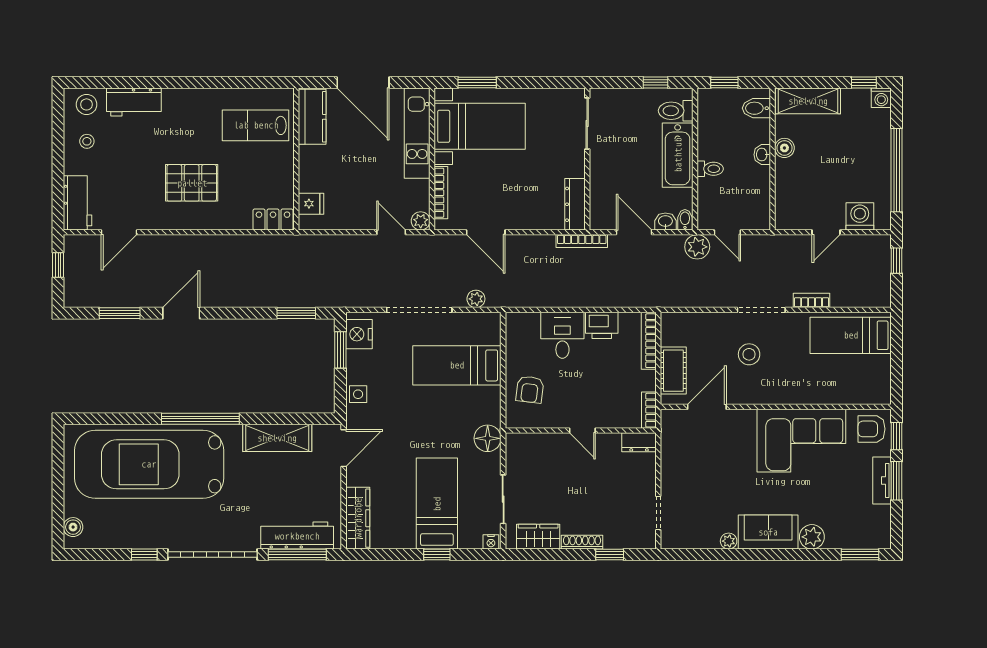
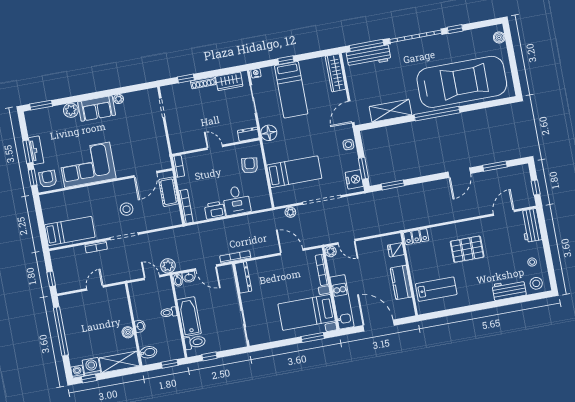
kitchen counter: (312, 117) -> (401, 282), moved
washing machine: (860, 216) -> (91, 367), moved, turned 180
armchair: (872, 429) -> (48, 179), turned -90
dresser: (639, 442) -> (248, 134), moved

